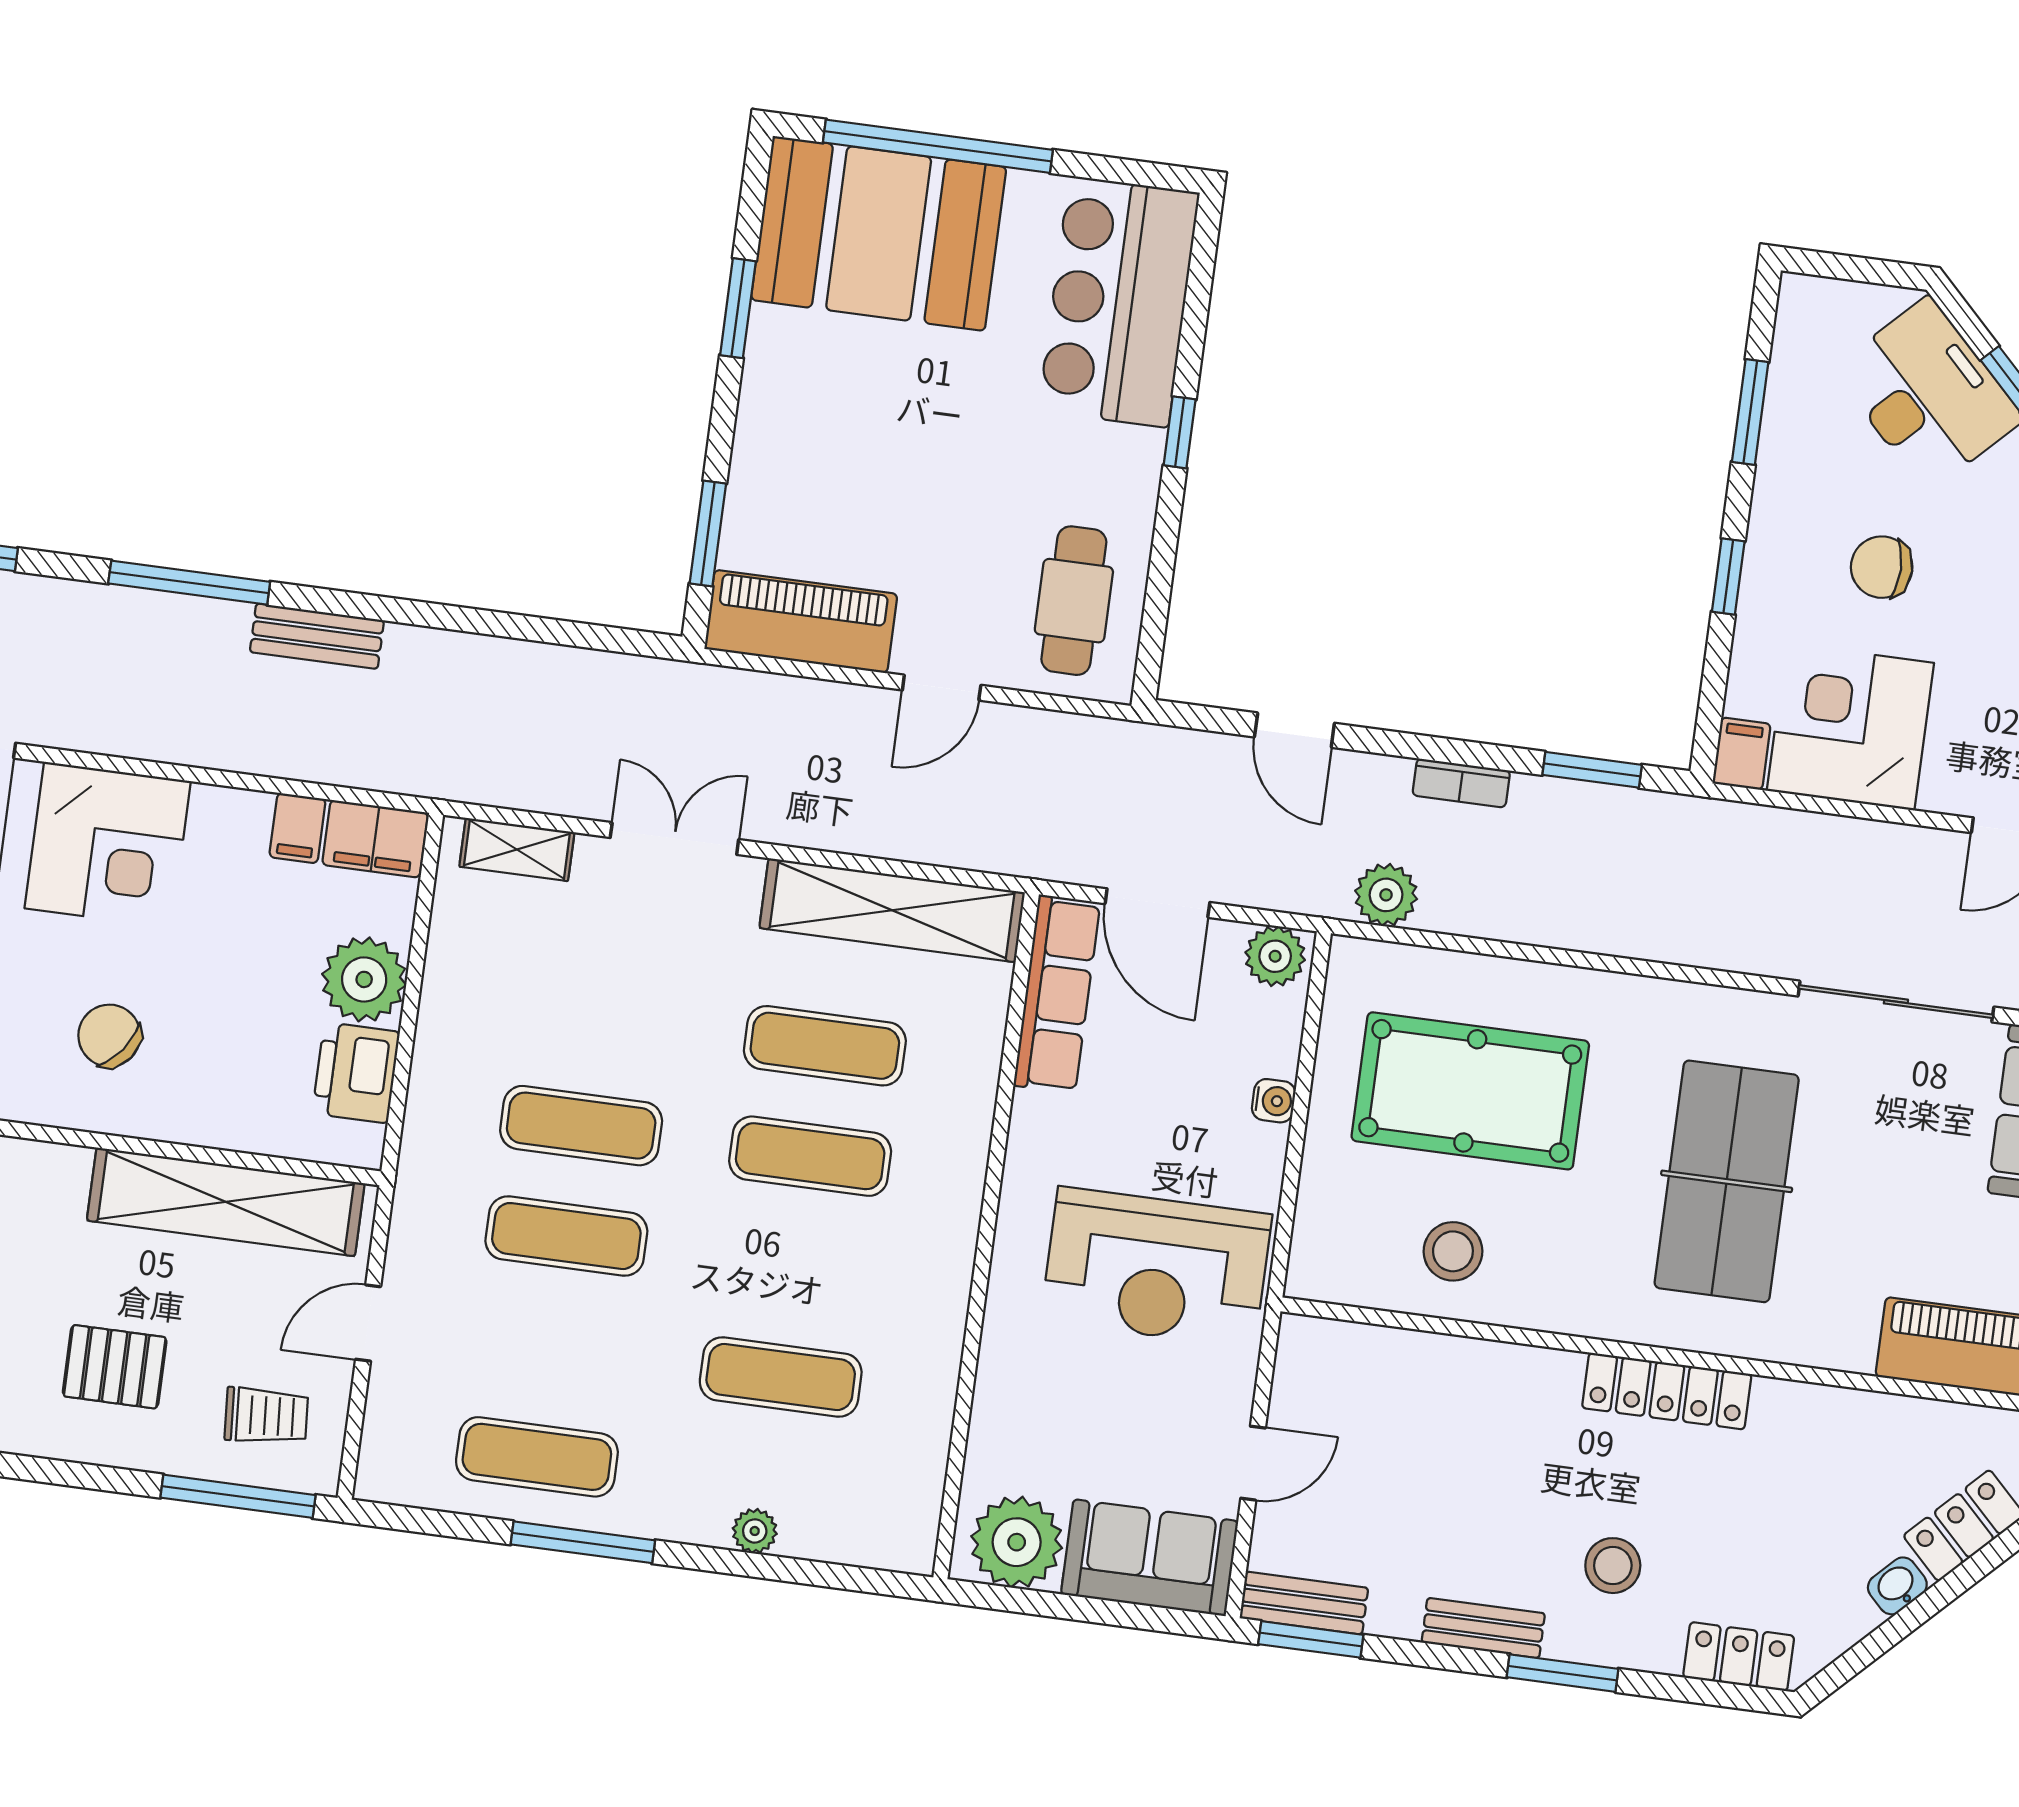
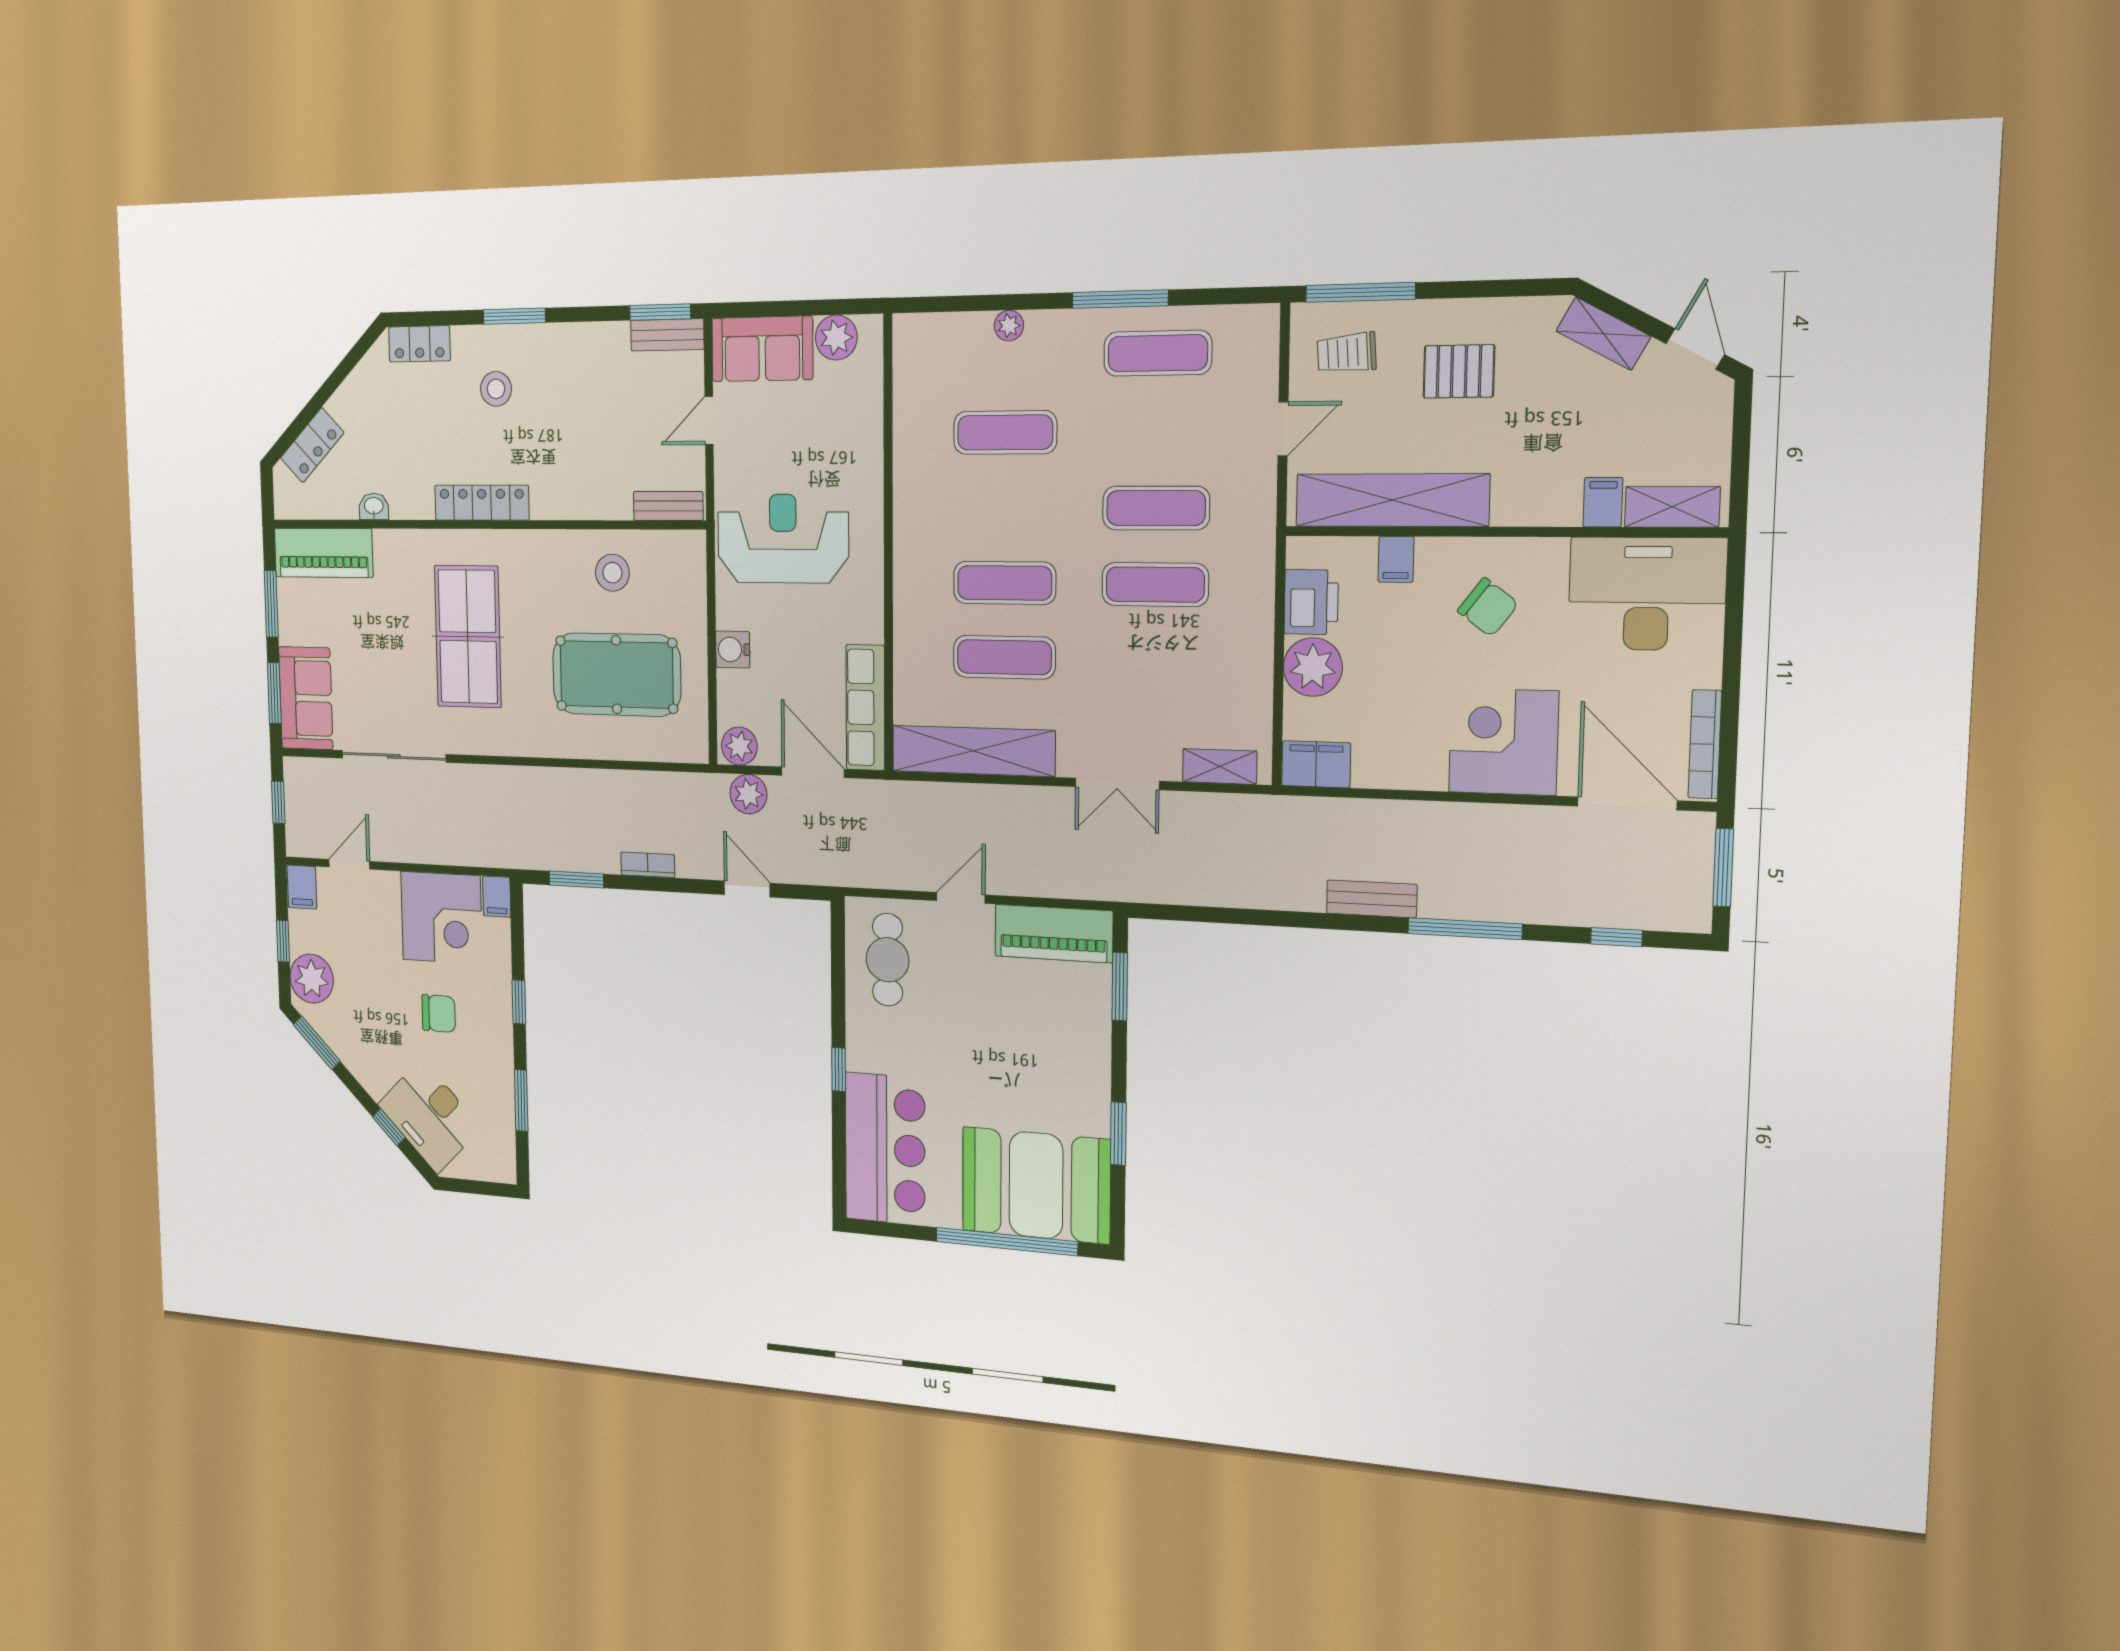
filing cabinet: (297, 828) -> (1396, 559), moved, turned 180
plant: (1386, 895) -> (748, 794), moved
water cooler: (1274, 1101) -> (733, 649), width x1.38, depth x1.38
plant: (1017, 1542) -> (836, 337), width x0.73, depth x0.73
washbasin: (1897, 1586) -> (374, 507), moved, turned -135
bench: (1483, 1628) -> (668, 506), moved

